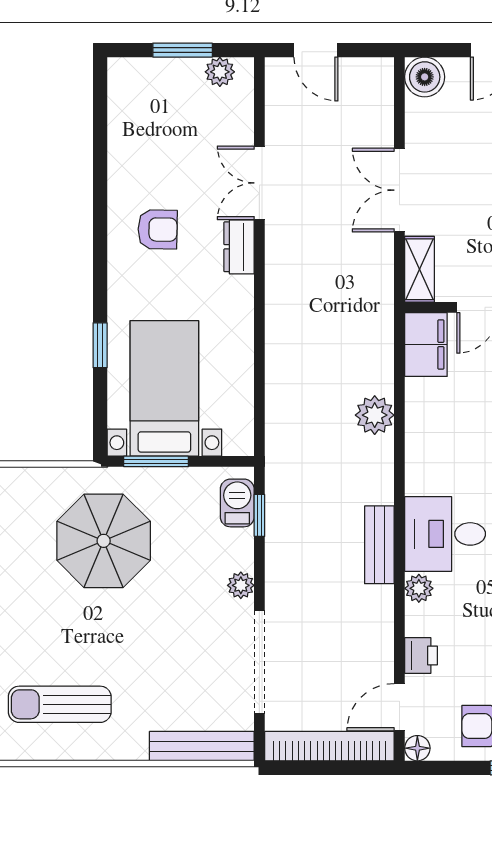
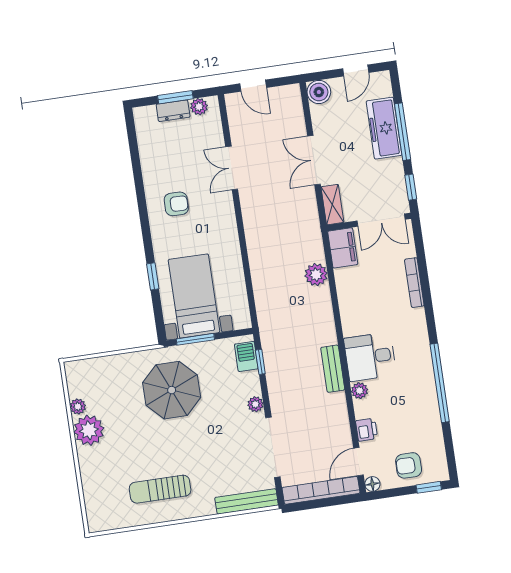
dresser: (239, 247) -> (173, 111), moved, turned -90
plant: (375, 415) -> (316, 275), moved

